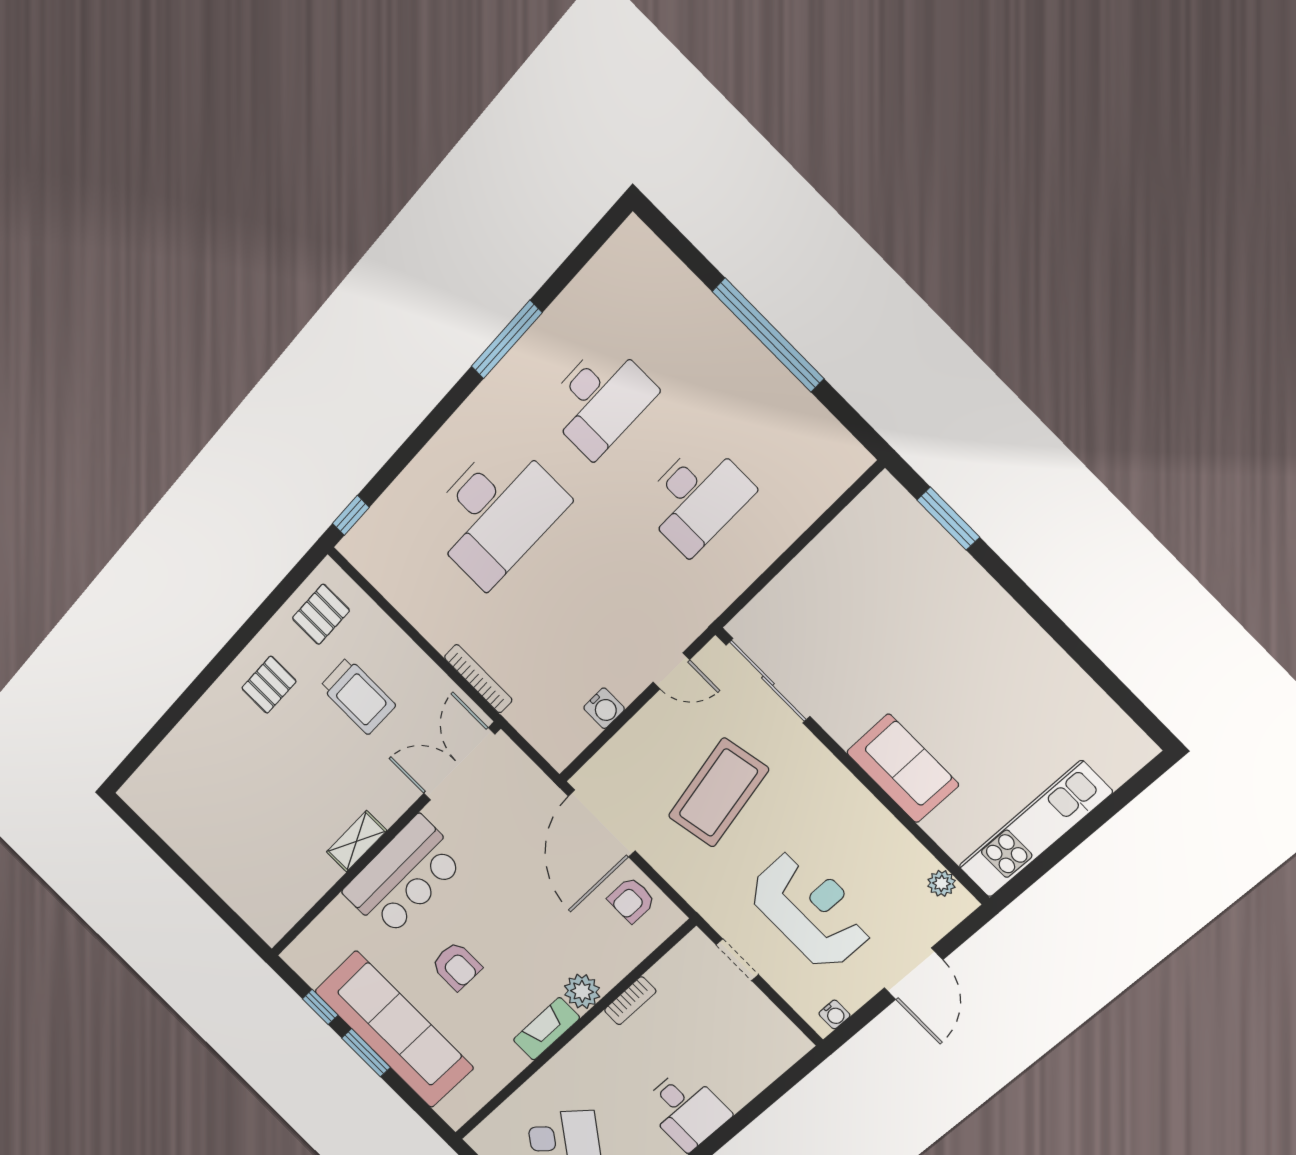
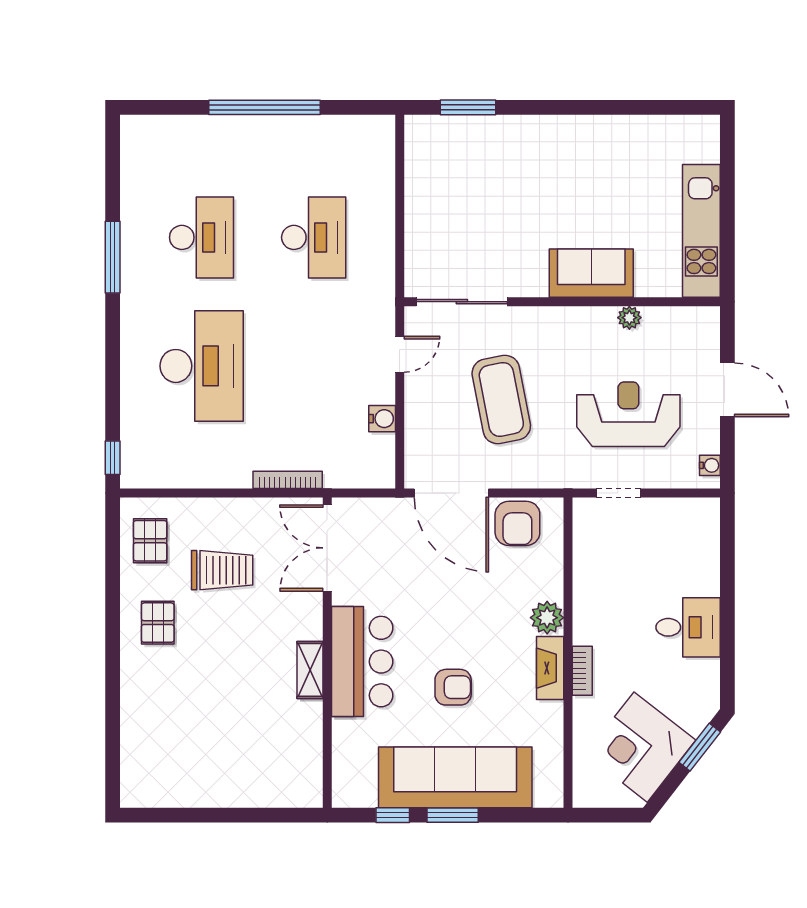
plant: (942, 883) -> (629, 318), moved
armchair: (631, 900) -> (517, 523), width x1.38, depth x1.38
bookcase: (630, 1001) -> (582, 671), moved

